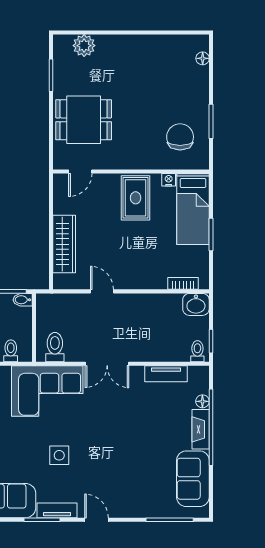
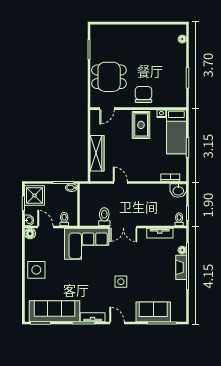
plant: (84, 46) -> (109, 31), removed
chair: (180, 137) -> (143, 94), moved
toilet: (55, 347) -> (104, 217), moved
side table: (59, 455) -> (121, 282), moved
sofa: (193, 479) -> (153, 312), moved, turned 90

